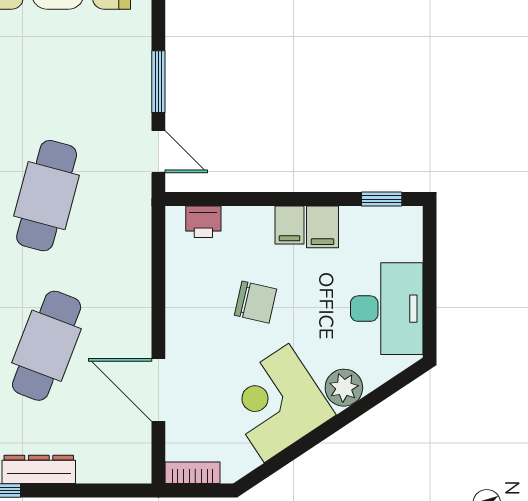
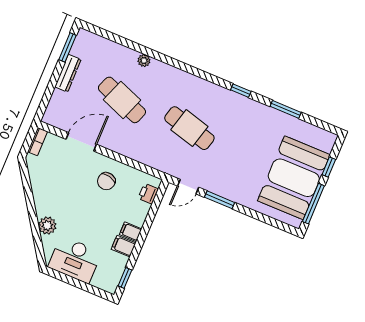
chair: (255, 302) -> (106, 181), moved
corner desk: (277, 403) -> (53, 192), removed

